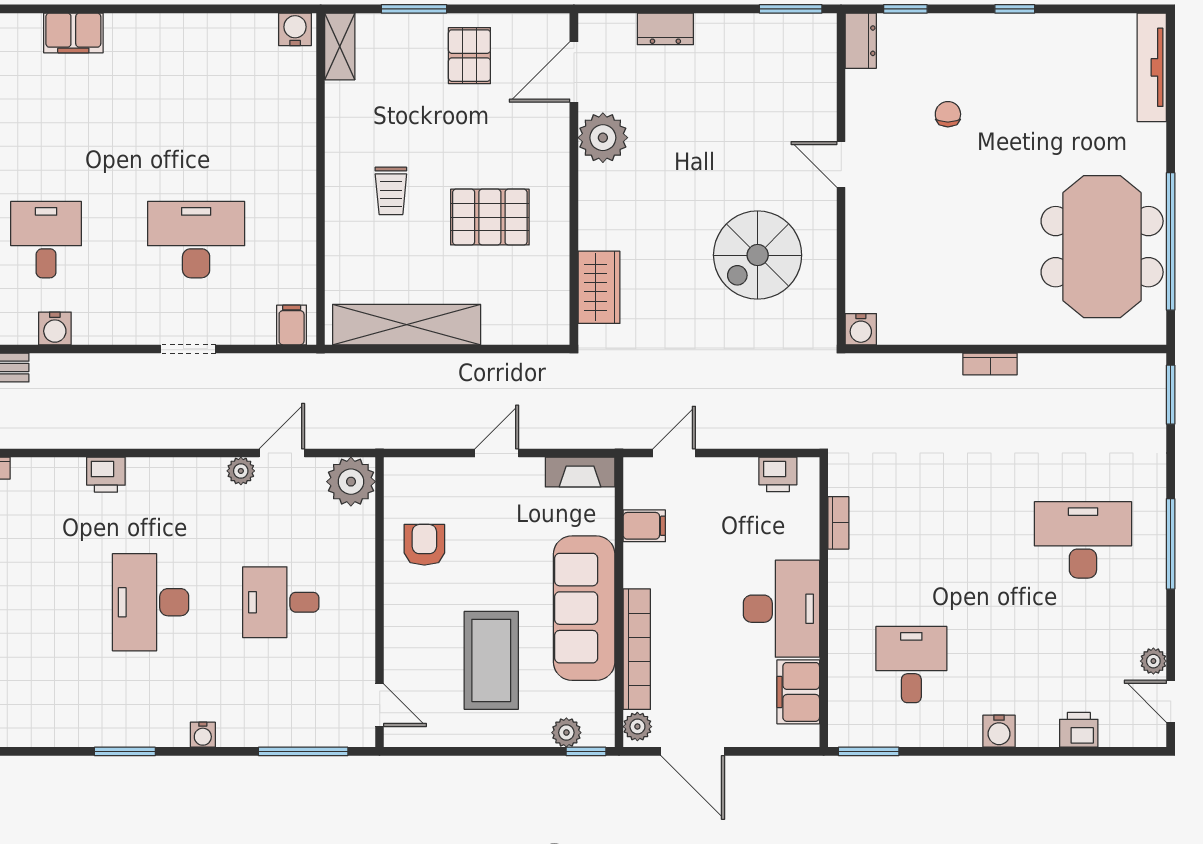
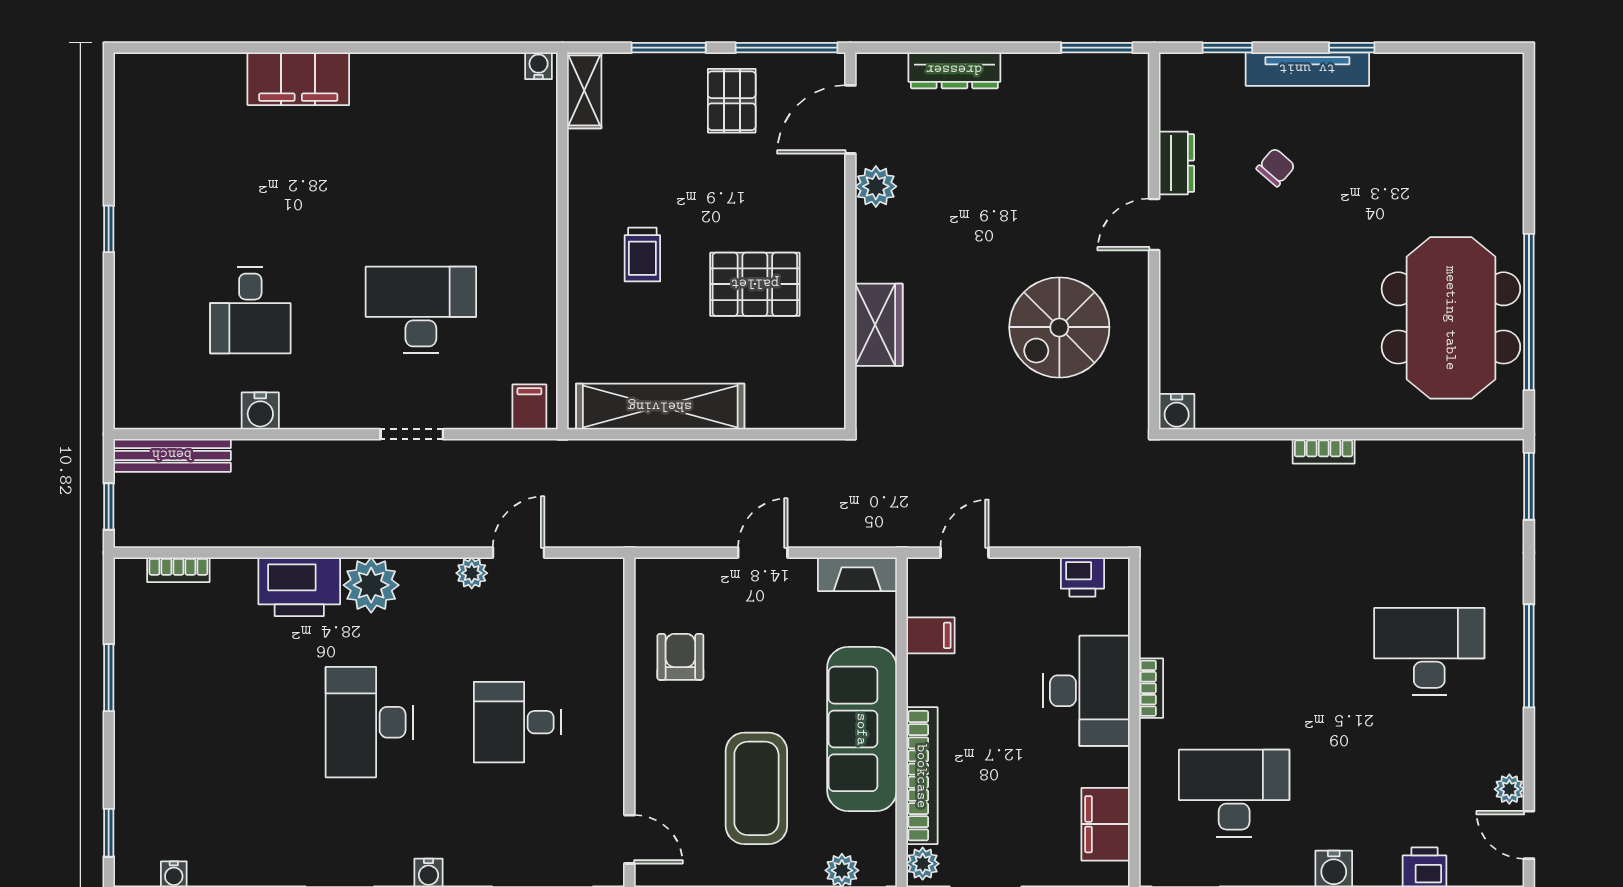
window: (518, 9) -> (787, 48), added
water cooler: (295, 29) -> (539, 66), width x0.72, depth x0.72
dresser: (665, 29) -> (954, 70), width x1.44
filing cabinet: (73, 33) -> (298, 79), width x1.50, depth x1.17
dresser: (861, 41) -> (1177, 163), moved
tv unit: (1152, 67) -> (1307, 69), moved, turned -90
chair: (948, 114) -> (1276, 167), turned 41
plant: (603, 138) -> (876, 186), width x0.73, depth x0.73
door: (841, 164) -> (1154, 224), hinge flipped
desk: (46, 240) -> (250, 310), turned 180
wardrobe: (599, 287) -> (879, 325), moved
printer: (106, 475) -> (299, 587), width x1.87, depth x1.48
plant: (351, 482) -> (371, 585), moved
bookcase: (838, 523) -> (1151, 688), moved
desk: (781, 609) -> (1086, 691), moved
desk: (911, 665) -> (1234, 793), width x1.37

